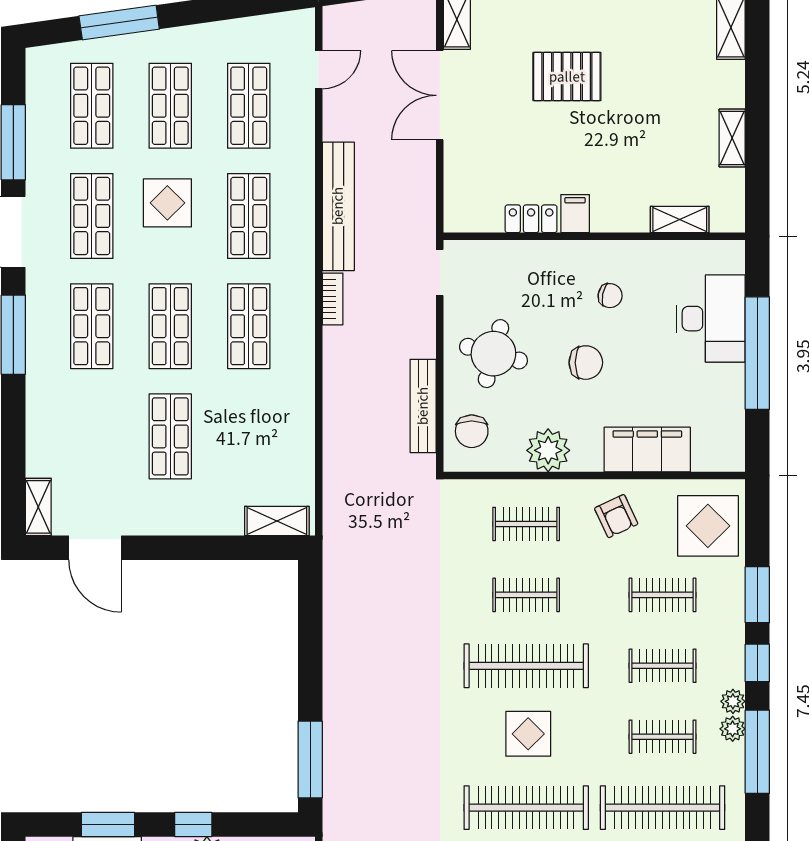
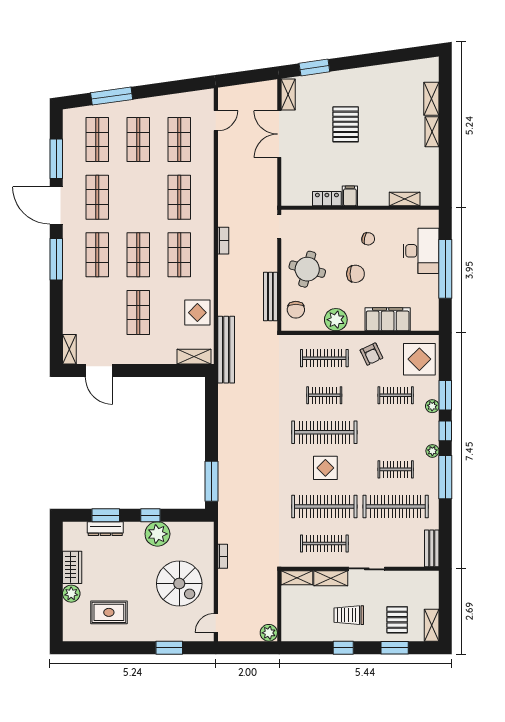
pallet: (567, 77) -> (346, 124), turned 90
shelving: (732, 138) -> (432, 132), moved
display table: (167, 203) -> (197, 313), moved
bench: (338, 206) -> (226, 350), moved
clothes rail: (526, 524) -> (324, 358), width x1.36
clothes rail: (663, 666) -> (396, 432), removed
plant: (733, 729) -> (432, 406), moved

